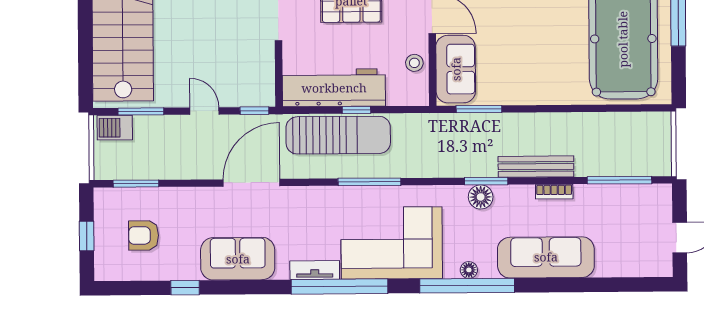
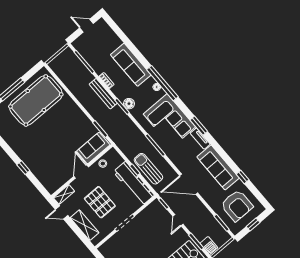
sun lounger: (338, 135) -> (148, 169), width x0.73, depth x0.75
armchair: (144, 235) -> (237, 206), width x1.88, depth x1.88
sofa: (238, 259) -> (218, 168), width x1.36
window: (340, 287) -> (199, 126), width x0.47

